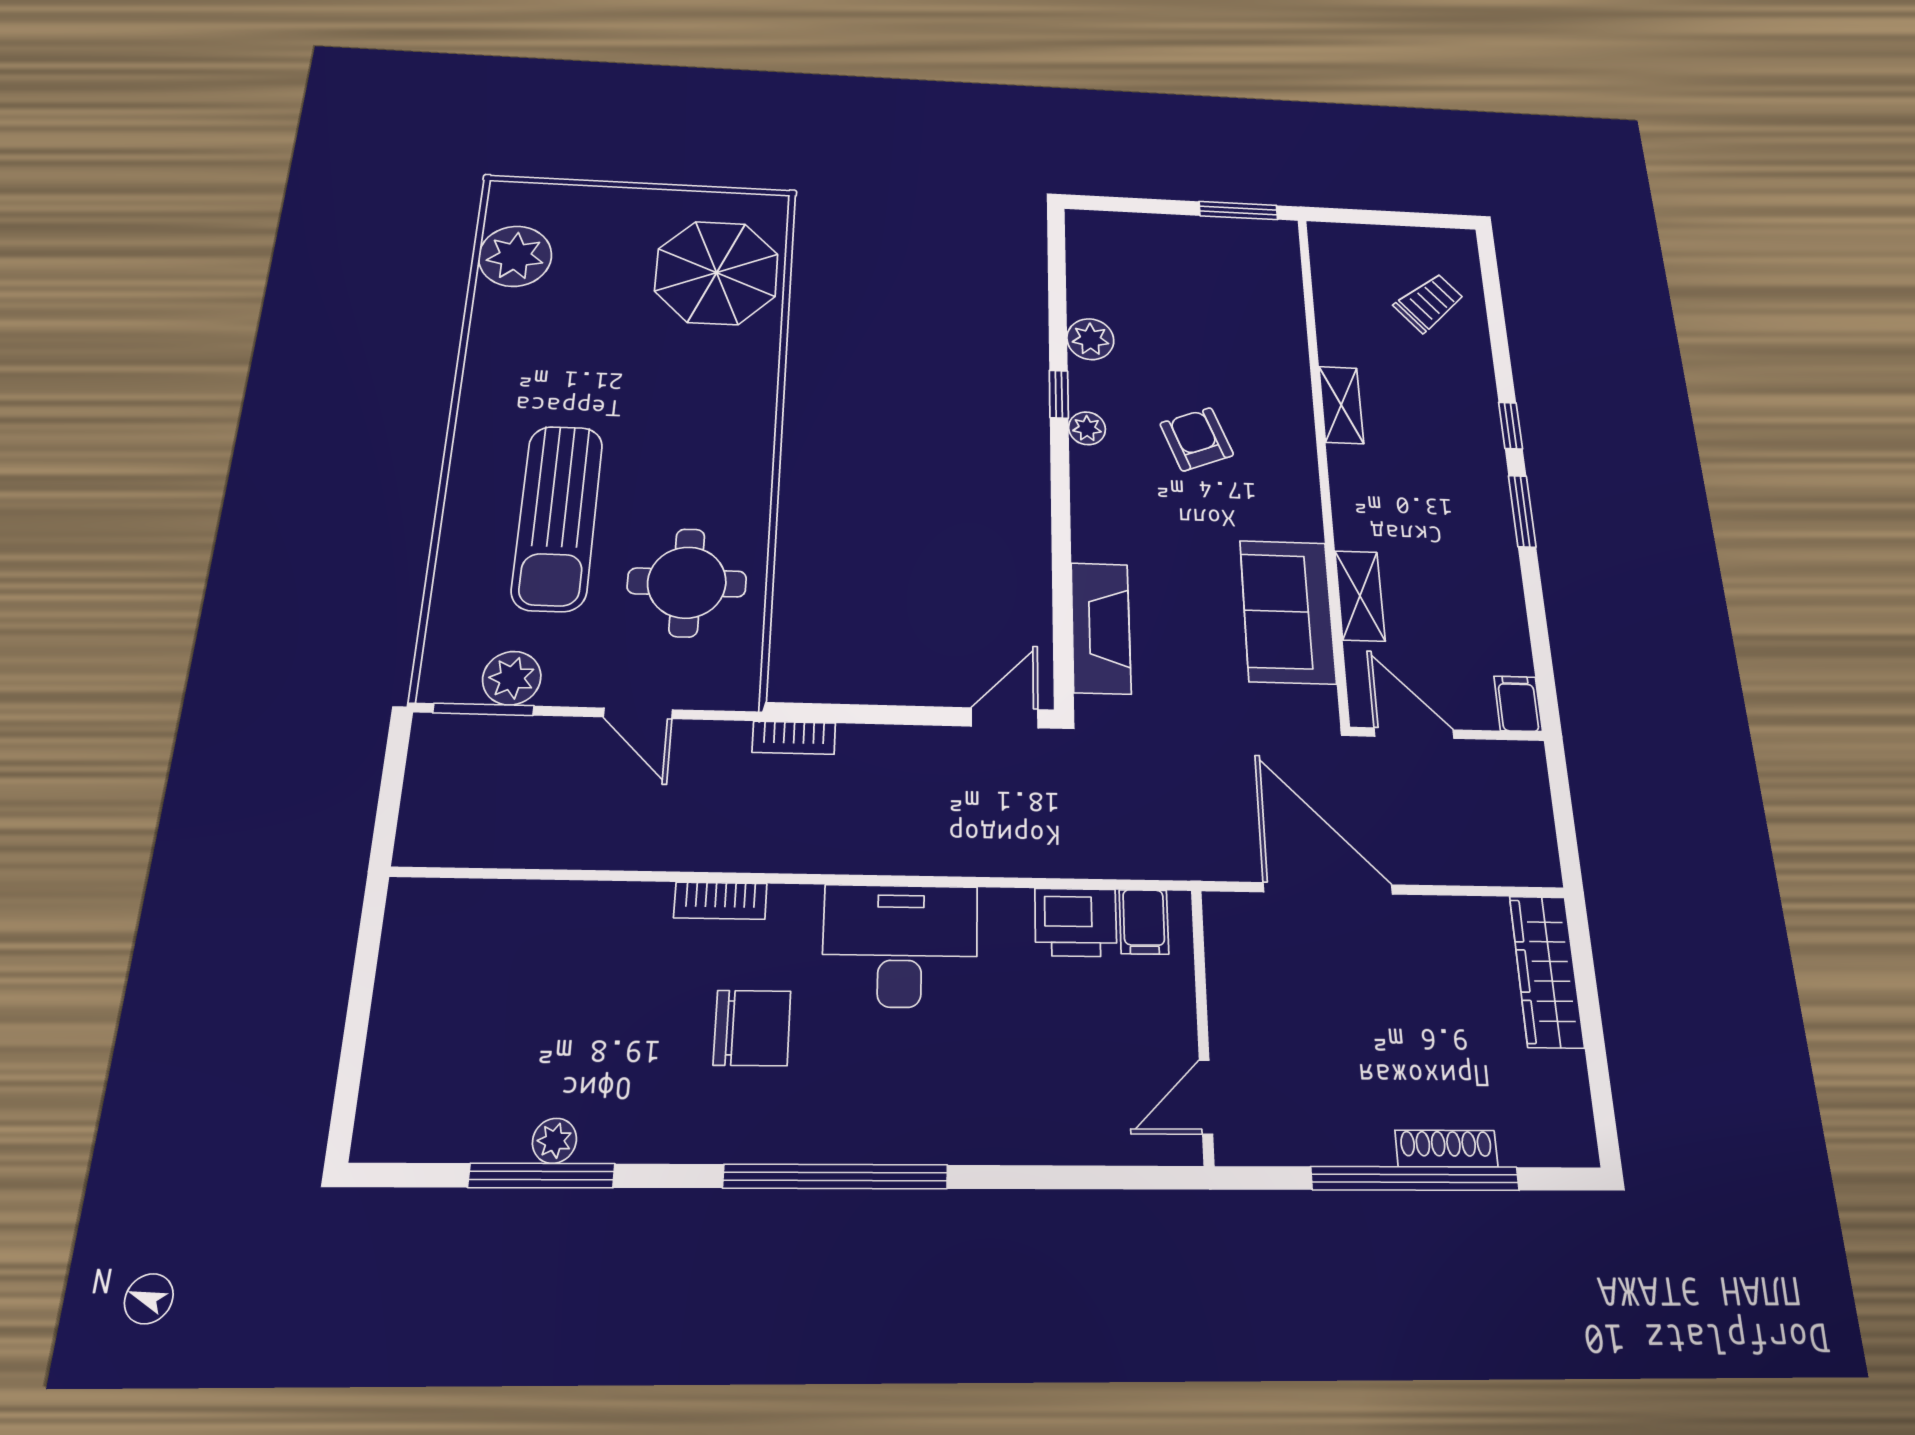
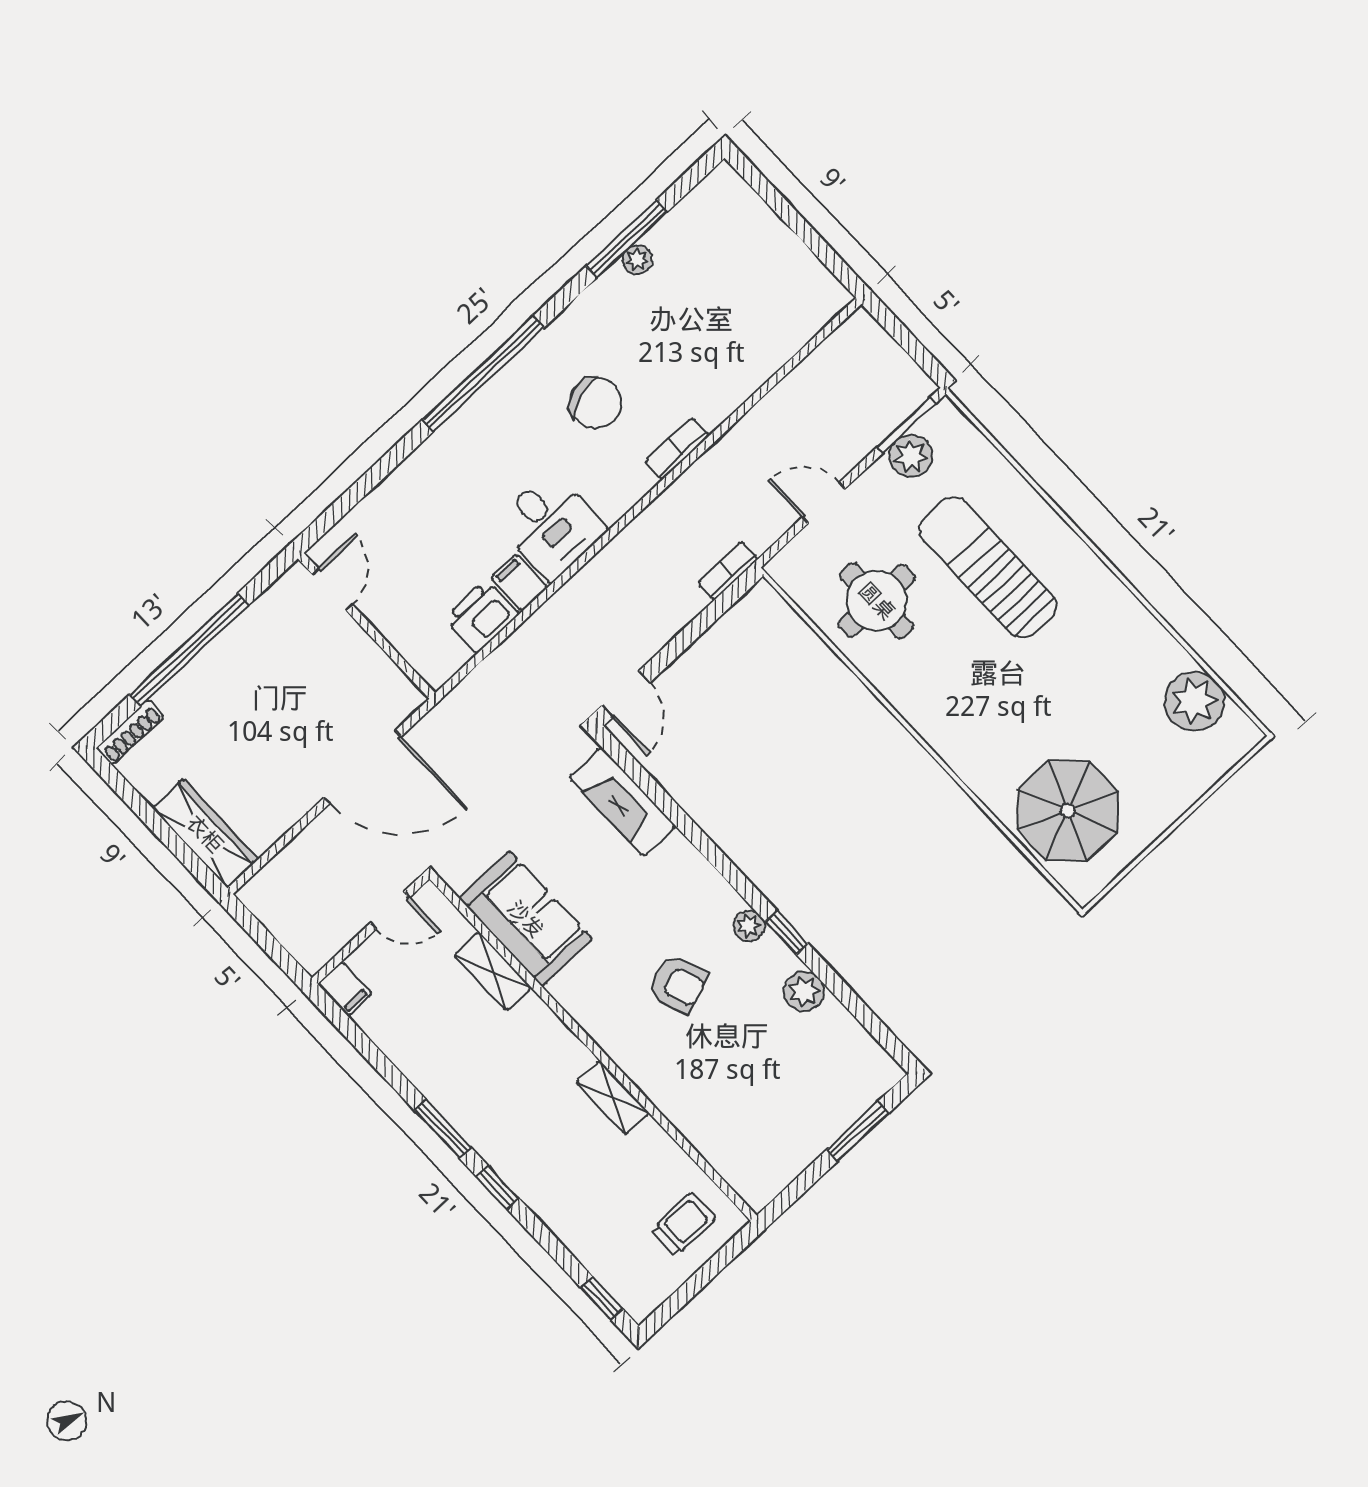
window: (1238, 211) -> (858, 1131), moved
window: (1490, 274) -> (602, 1298), added
trolley: (1429, 303) -> (683, 1224), moved, turned -139
door: (1414, 733) -> (390, 910), width x0.73
filing cabinet: (1144, 922) -> (519, 583), moved
desk: (900, 946) -> (550, 526), width x0.73
chair: (752, 1028) -> (596, 403), turned -108
shoe rack: (1446, 1149) -> (130, 732), moved

